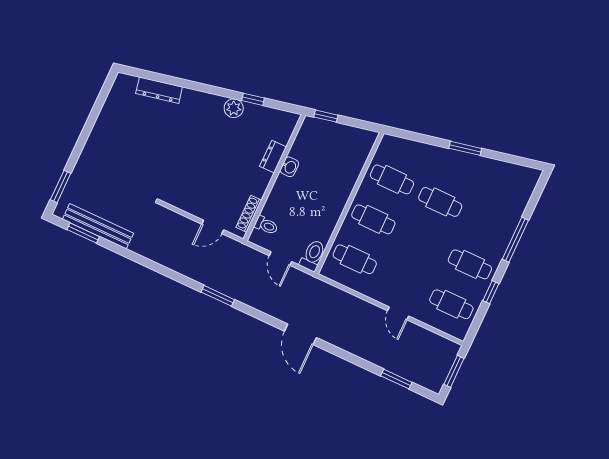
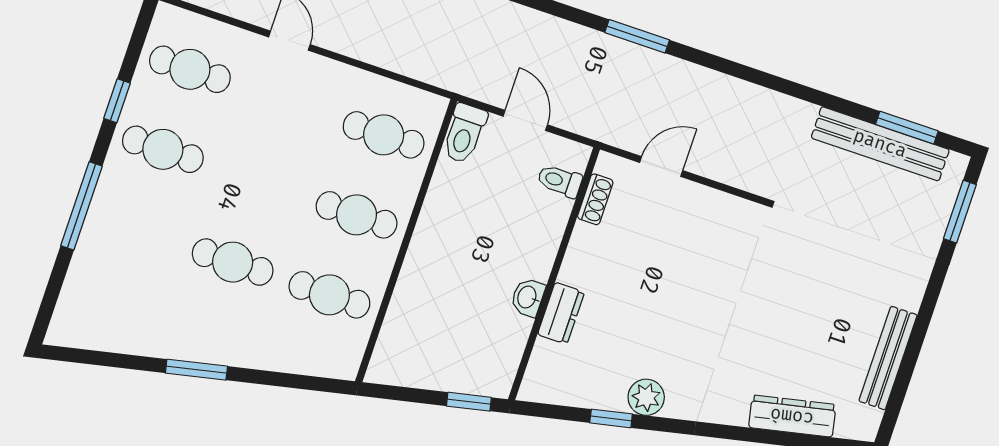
bench: (106, 115) -> (888, 358), added
shoe rack: (249, 214) -> (595, 199), width x0.70

